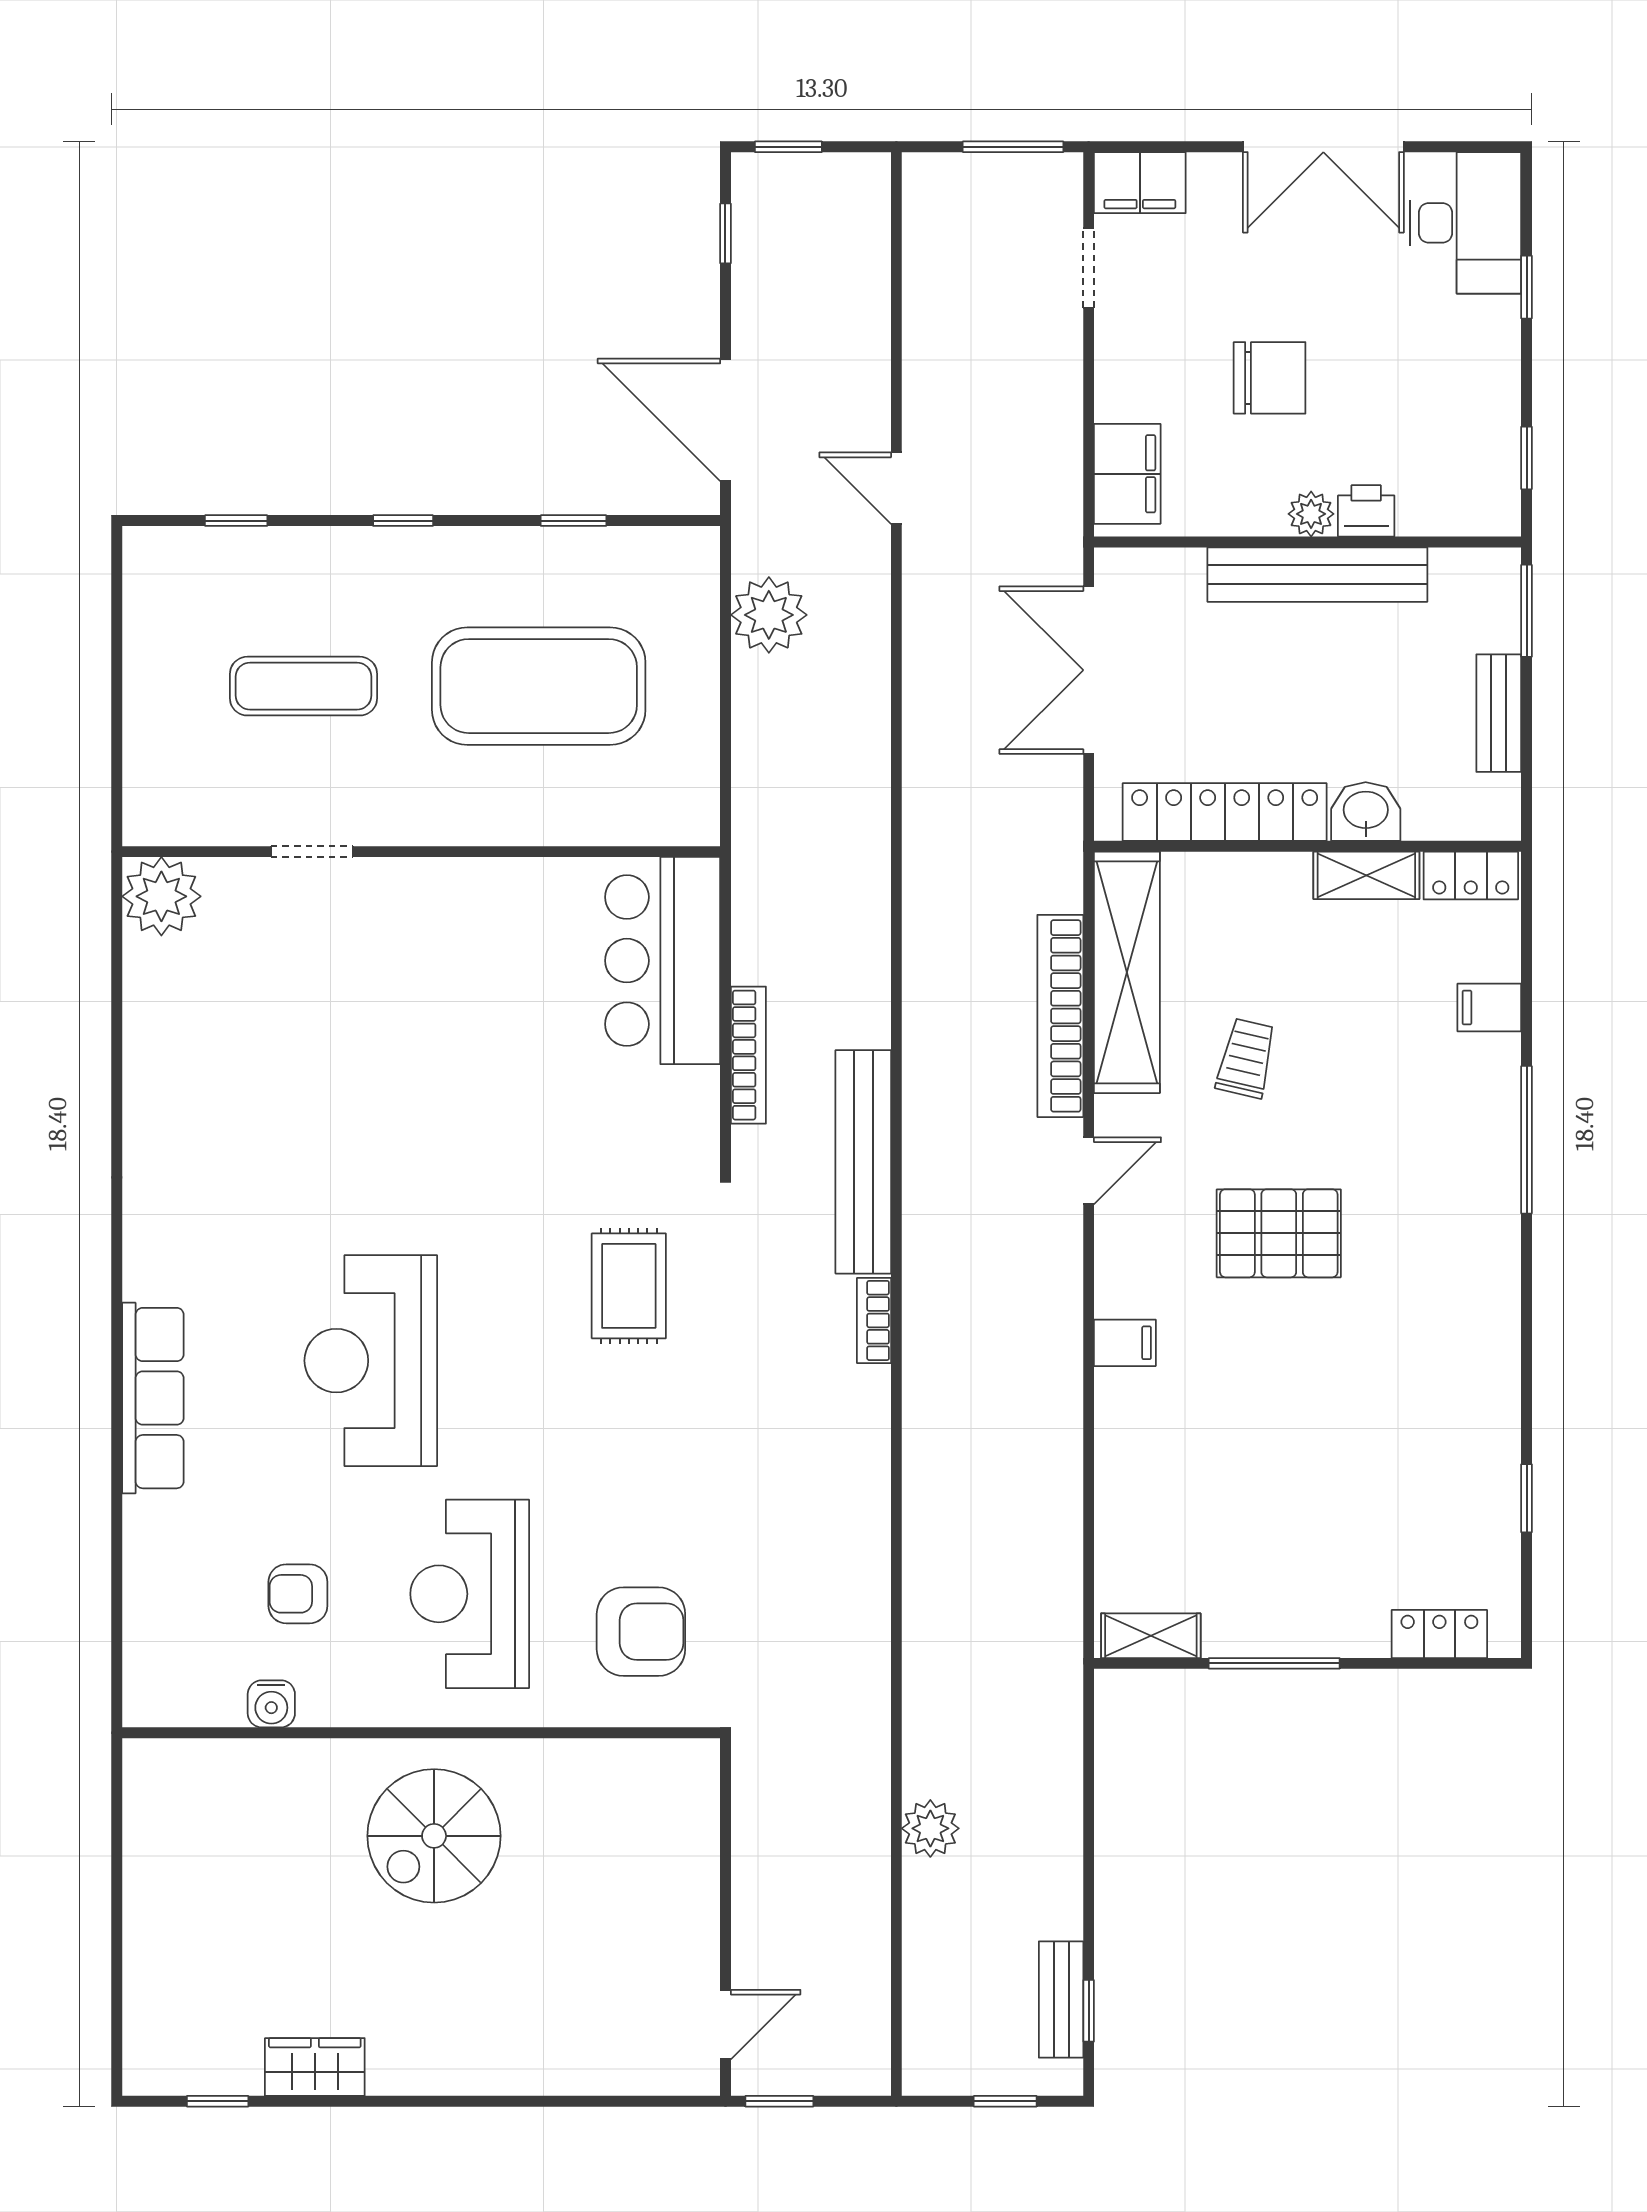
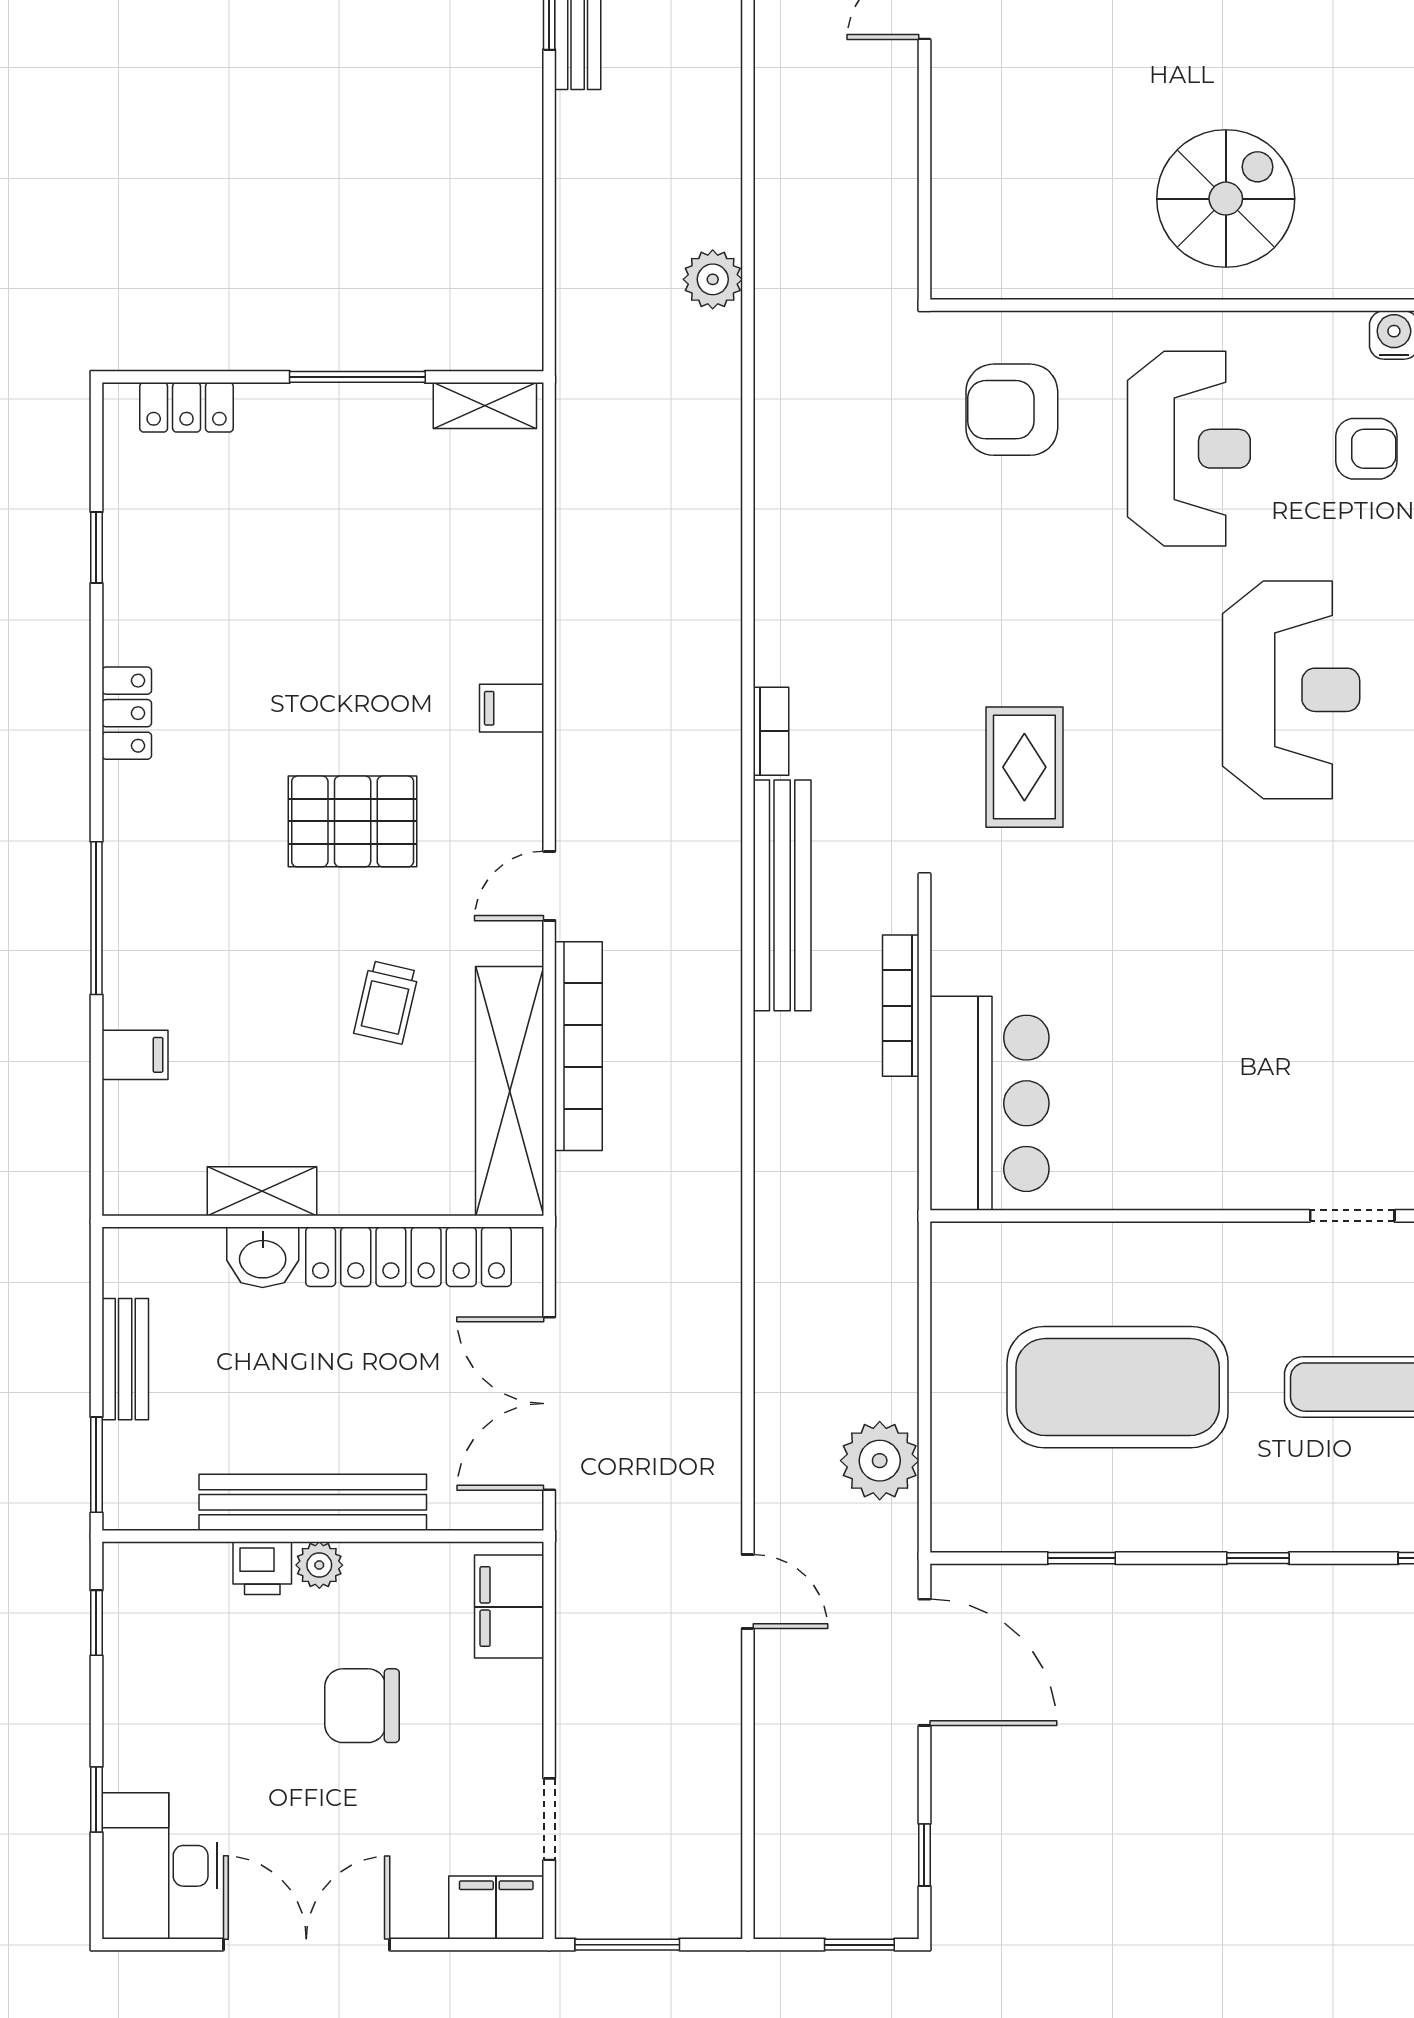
double door: (1089, 670) -> (549, 1404), swing flipped
locker: (1471, 876) -> (127, 713), moved, turned 90
plant: (930, 1828) -> (713, 279), moved

